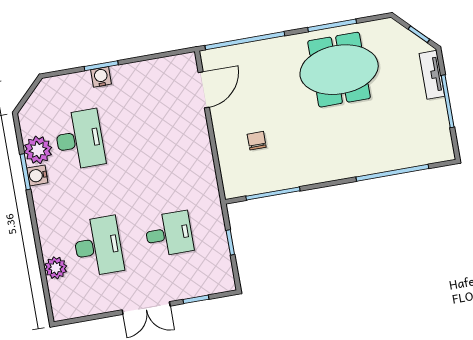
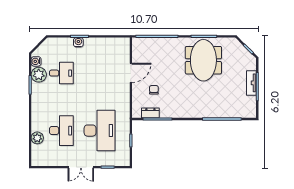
meeting table: (339, 70) -> (203, 60), turned 90
tv unit: (432, 75) -> (251, 83), moved
door: (204, 90) -> (131, 73), moved
desk: (80, 140) -> (61, 73), width x0.73
water cooler: (37, 175) -> (36, 61), moved
dresser: (258, 185) -> (150, 113), added
desk: (169, 234) -> (100, 131), width x1.87, depth x1.30

